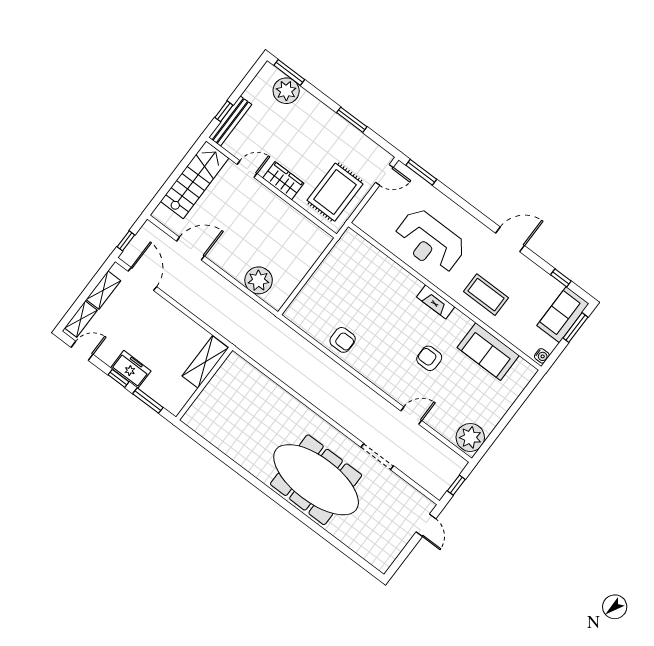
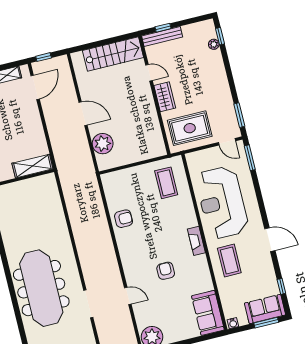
window: (289, 72) -> (220, 36), width x0.67
plant: (286, 91) -> (214, 44), width x0.53, depth x0.53
window: (352, 120) -> (239, 115), moved
reception desk: (430, 241) -> (222, 203), width x1.36, depth x1.30
door: (190, 249) -> (83, 114), moved
coffee table: (356, 268) -> (166, 183), added
armchair: (343, 340) -> (124, 219), turned -90
sofa: (488, 352) -> (208, 313), moved

